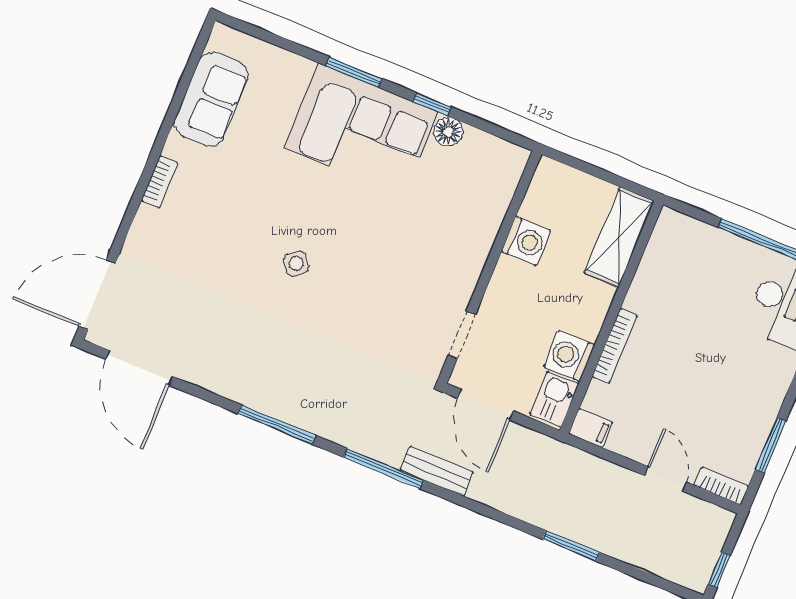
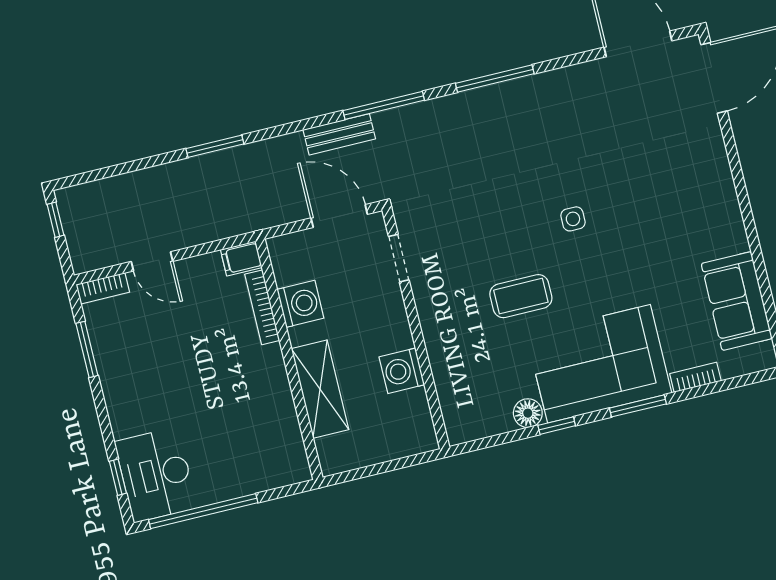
bookcase: (159, 182) -> (695, 377), moved, turned 90
coffee table: (385, 231) -> (521, 296), added
shelving: (619, 237) -> (320, 389), moved
side table: (296, 263) -> (573, 219), turned 38
bookcase: (615, 346) -> (262, 307), moved
kitchen sink: (554, 399) -> (287, 260), removed
window: (571, 546) -> (215, 146), moved

